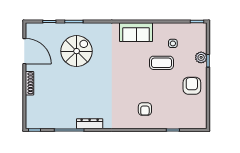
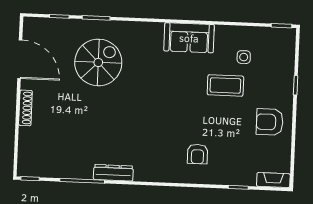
plant: (201, 57) -> (285, 80), removed
armchair: (192, 86) -> (270, 122), turned -90
fireplace: (196, 124) -> (273, 180), added

